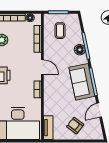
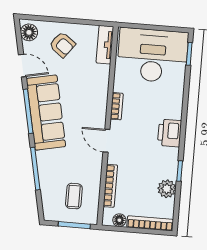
floor lamp: (80, 50) -> (29, 32), moved
sofa: (82, 82) -> (46, 113), width x1.36
door: (99, 110) -> (22, 66), hinge flipped

